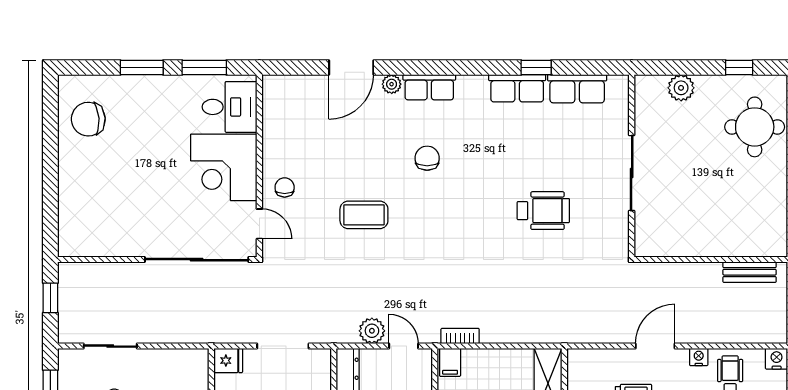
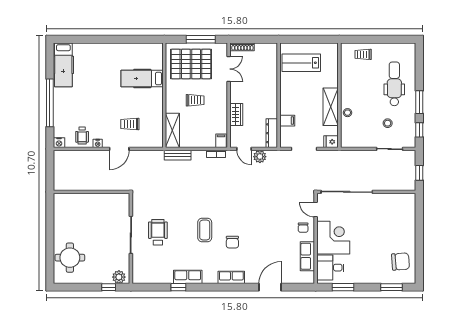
window: (142, 67) -> (391, 287), moved
window: (739, 67) -> (109, 287), moved
plant: (392, 84) -> (250, 279), removed
plant: (681, 88) -> (119, 277), moved
row of seats: (577, 89) -> (307, 256), moved, turned -90
wheelchair: (543, 211) -> (158, 232), moved, turned 90
coffee table: (364, 215) -> (205, 230), moved, turned 90
bench: (750, 272) -> (178, 155), moved

